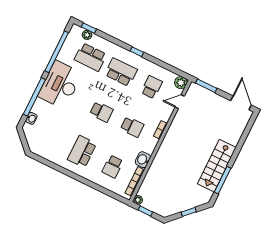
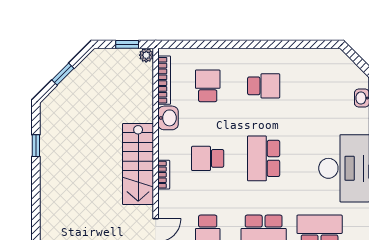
school desk: (101, 112) -> (264, 158), width x1.85
school desk: (82, 151) -> (264, 86), width x0.54
stairs: (217, 166) -> (138, 164), moved, turned 180
window: (223, 180) -> (36, 146), width x0.46

